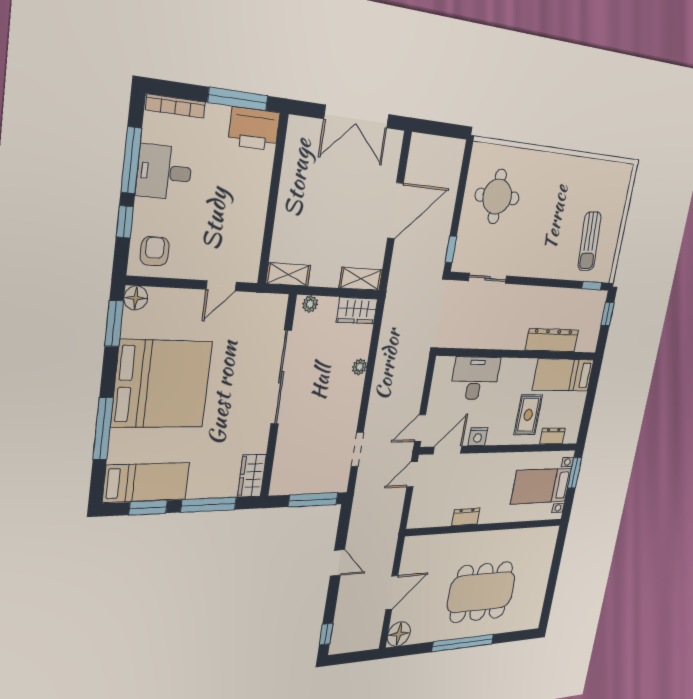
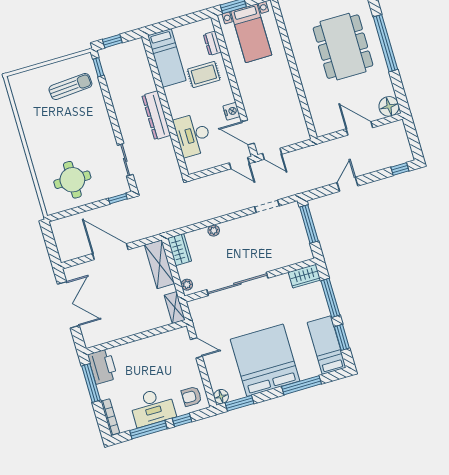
desk: (164, 172) -> (153, 407), width x1.37
shelving: (361, 279) -> (160, 264), width x1.50, depth x1.33
dresser: (552, 340) -> (156, 115), moved
dresser: (466, 517) -> (291, 91), removed

